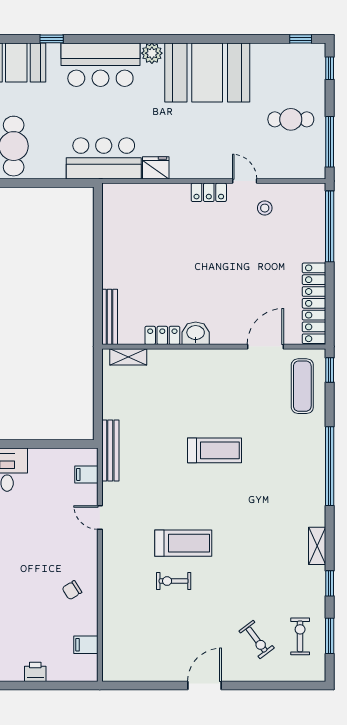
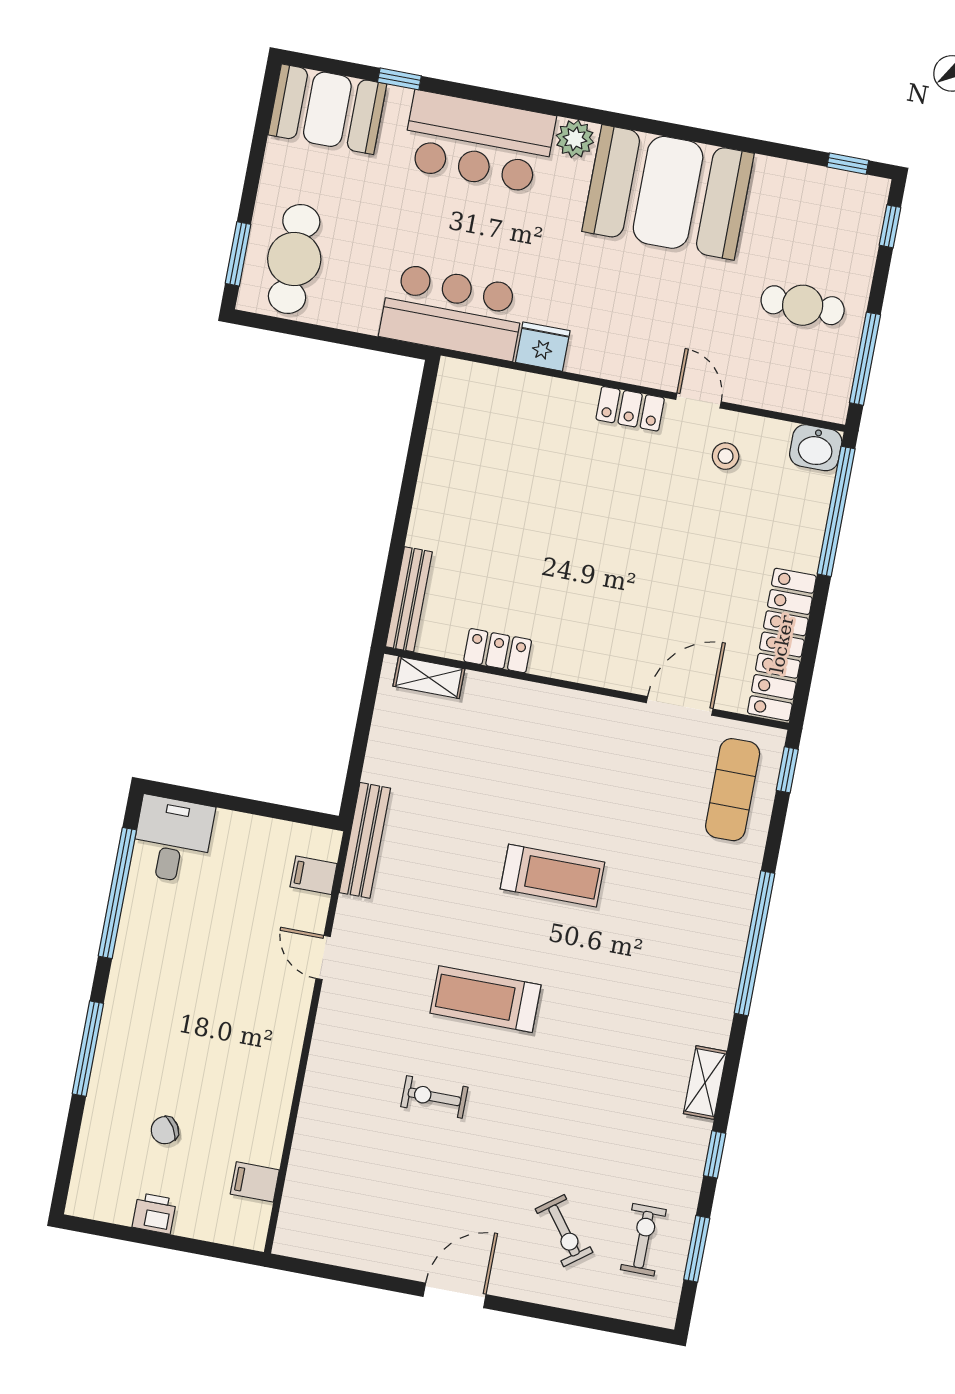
washbasin: (196, 333) -> (816, 448), moved, turned 180
treadmill: (183, 543) -> (485, 999), moved, turned 180
chair: (72, 590) -> (165, 1130), moved

